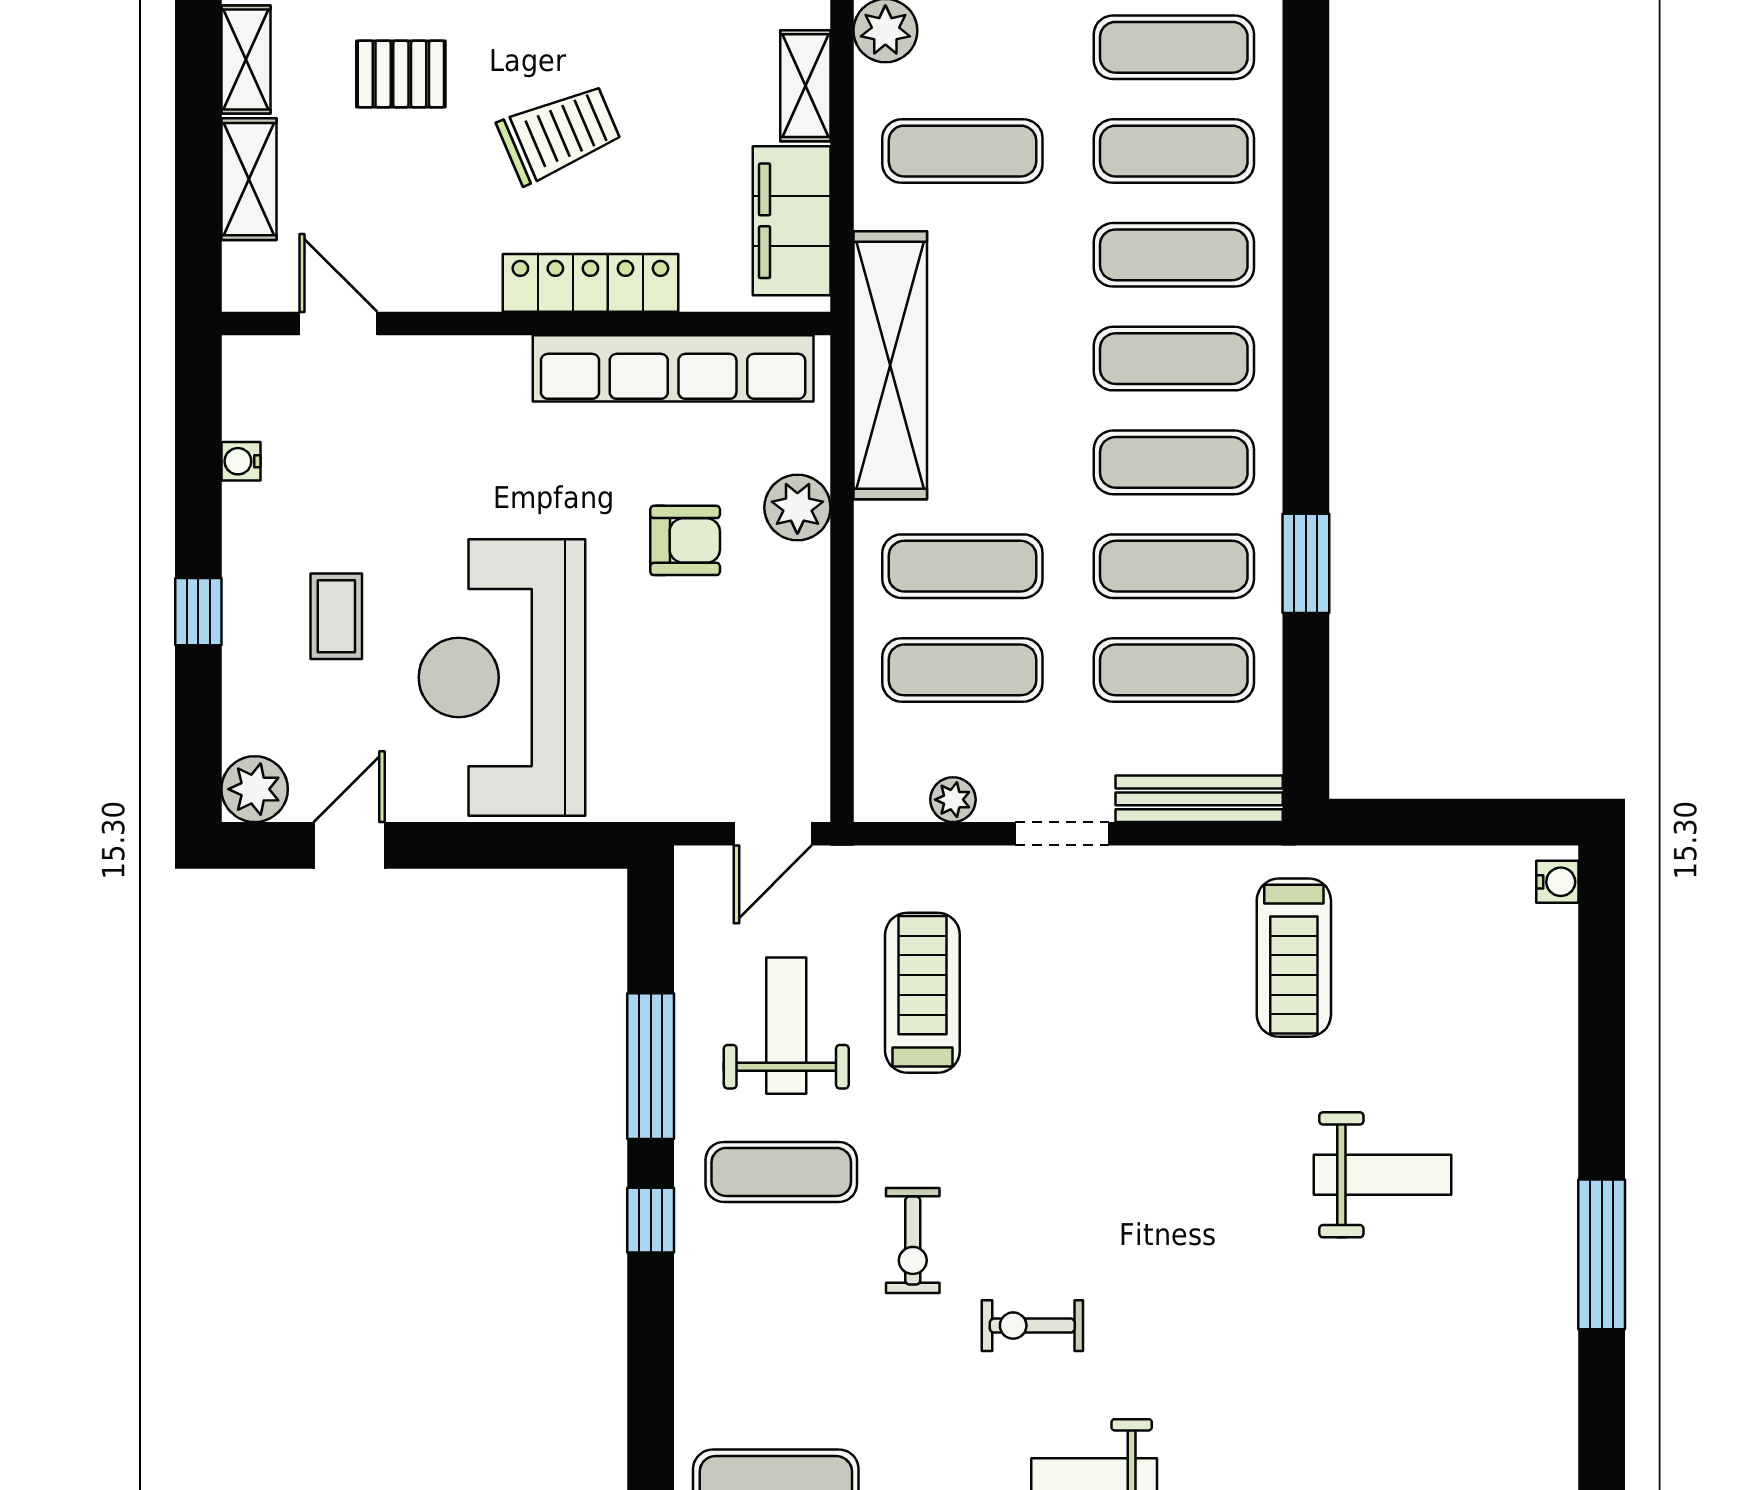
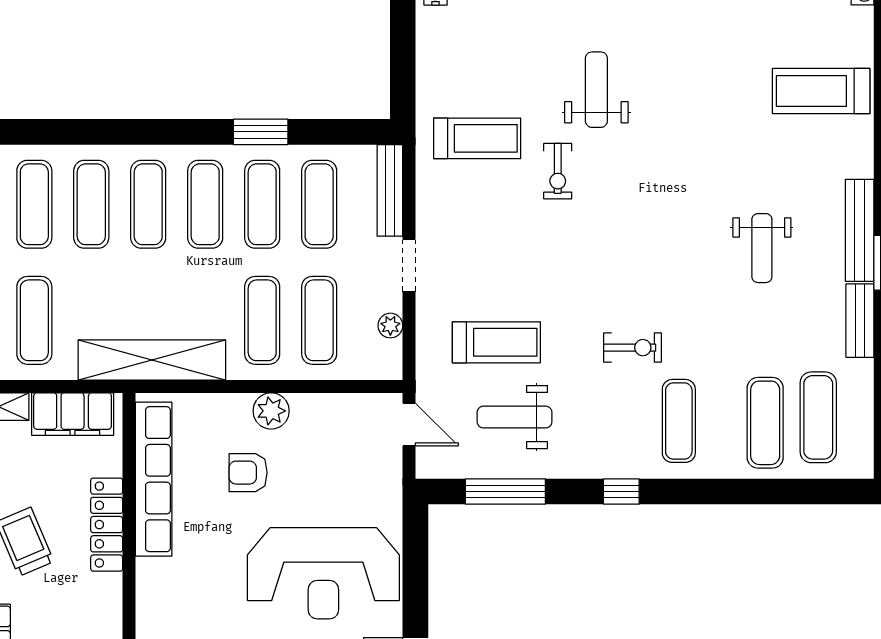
plant: (797, 508) -> (271, 411), moved
armchair: (685, 540) -> (248, 473), turned -90
treadmill: (922, 993) -> (496, 342), turned 180
window: (651, 1066) -> (505, 492), moved
exercise mat: (781, 1172) -> (679, 421), moved
exercise bike: (1032, 1326) -> (558, 171), moved

